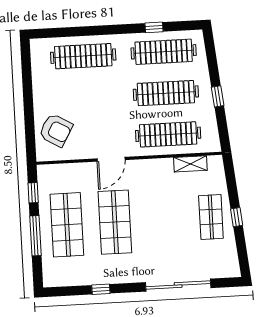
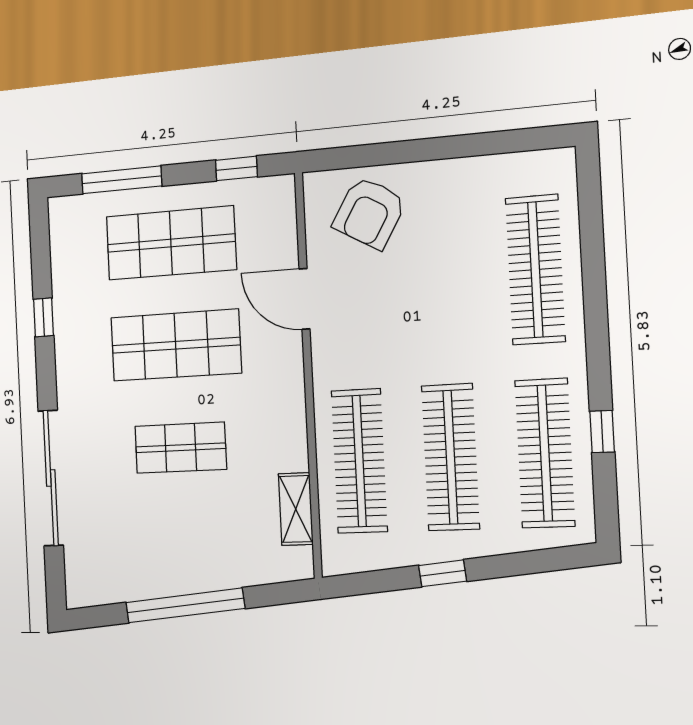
door: (111, 159) -> (305, 299), moved
shop shelf: (211, 217) -> (181, 448), moved
window: (237, 217) -> (185, 605), width x3.17
window: (36, 236) -> (122, 180), moved

